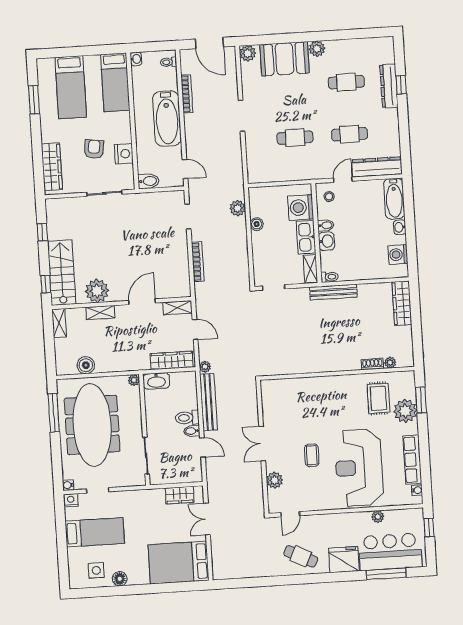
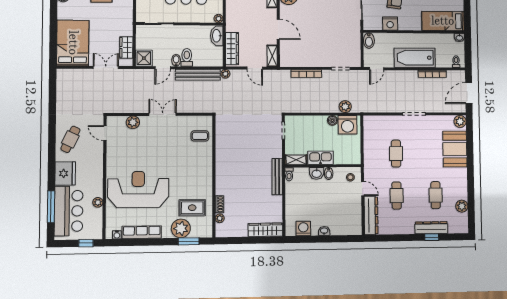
plant: (317, 49) -> (462, 206), moved
bathtub: (394, 199) -> (346, 228), removed
washing machine: (301, 207) -> (348, 125), moved, turned 180
door: (195, 329) -> (255, 68), hinge flipped
coffee table: (312, 455) -> (200, 136), moved
shower: (192, 472) -> (144, 58), added

